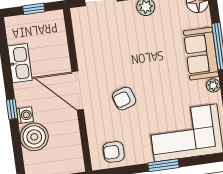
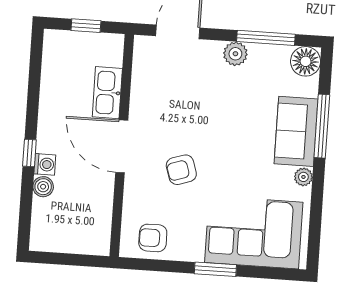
kitchen sink: (20, 63) -> (107, 93), moved, turned 180
boiler: (34, 137) -> (43, 187), width x0.54, depth x0.54

